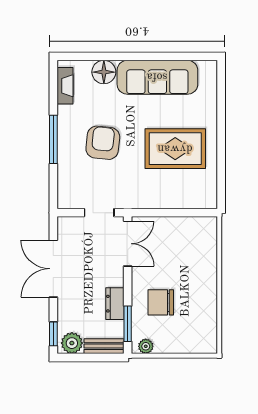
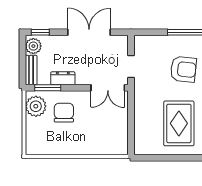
plant: (146, 346) -> (36, 106), width x1.88, depth x1.88

